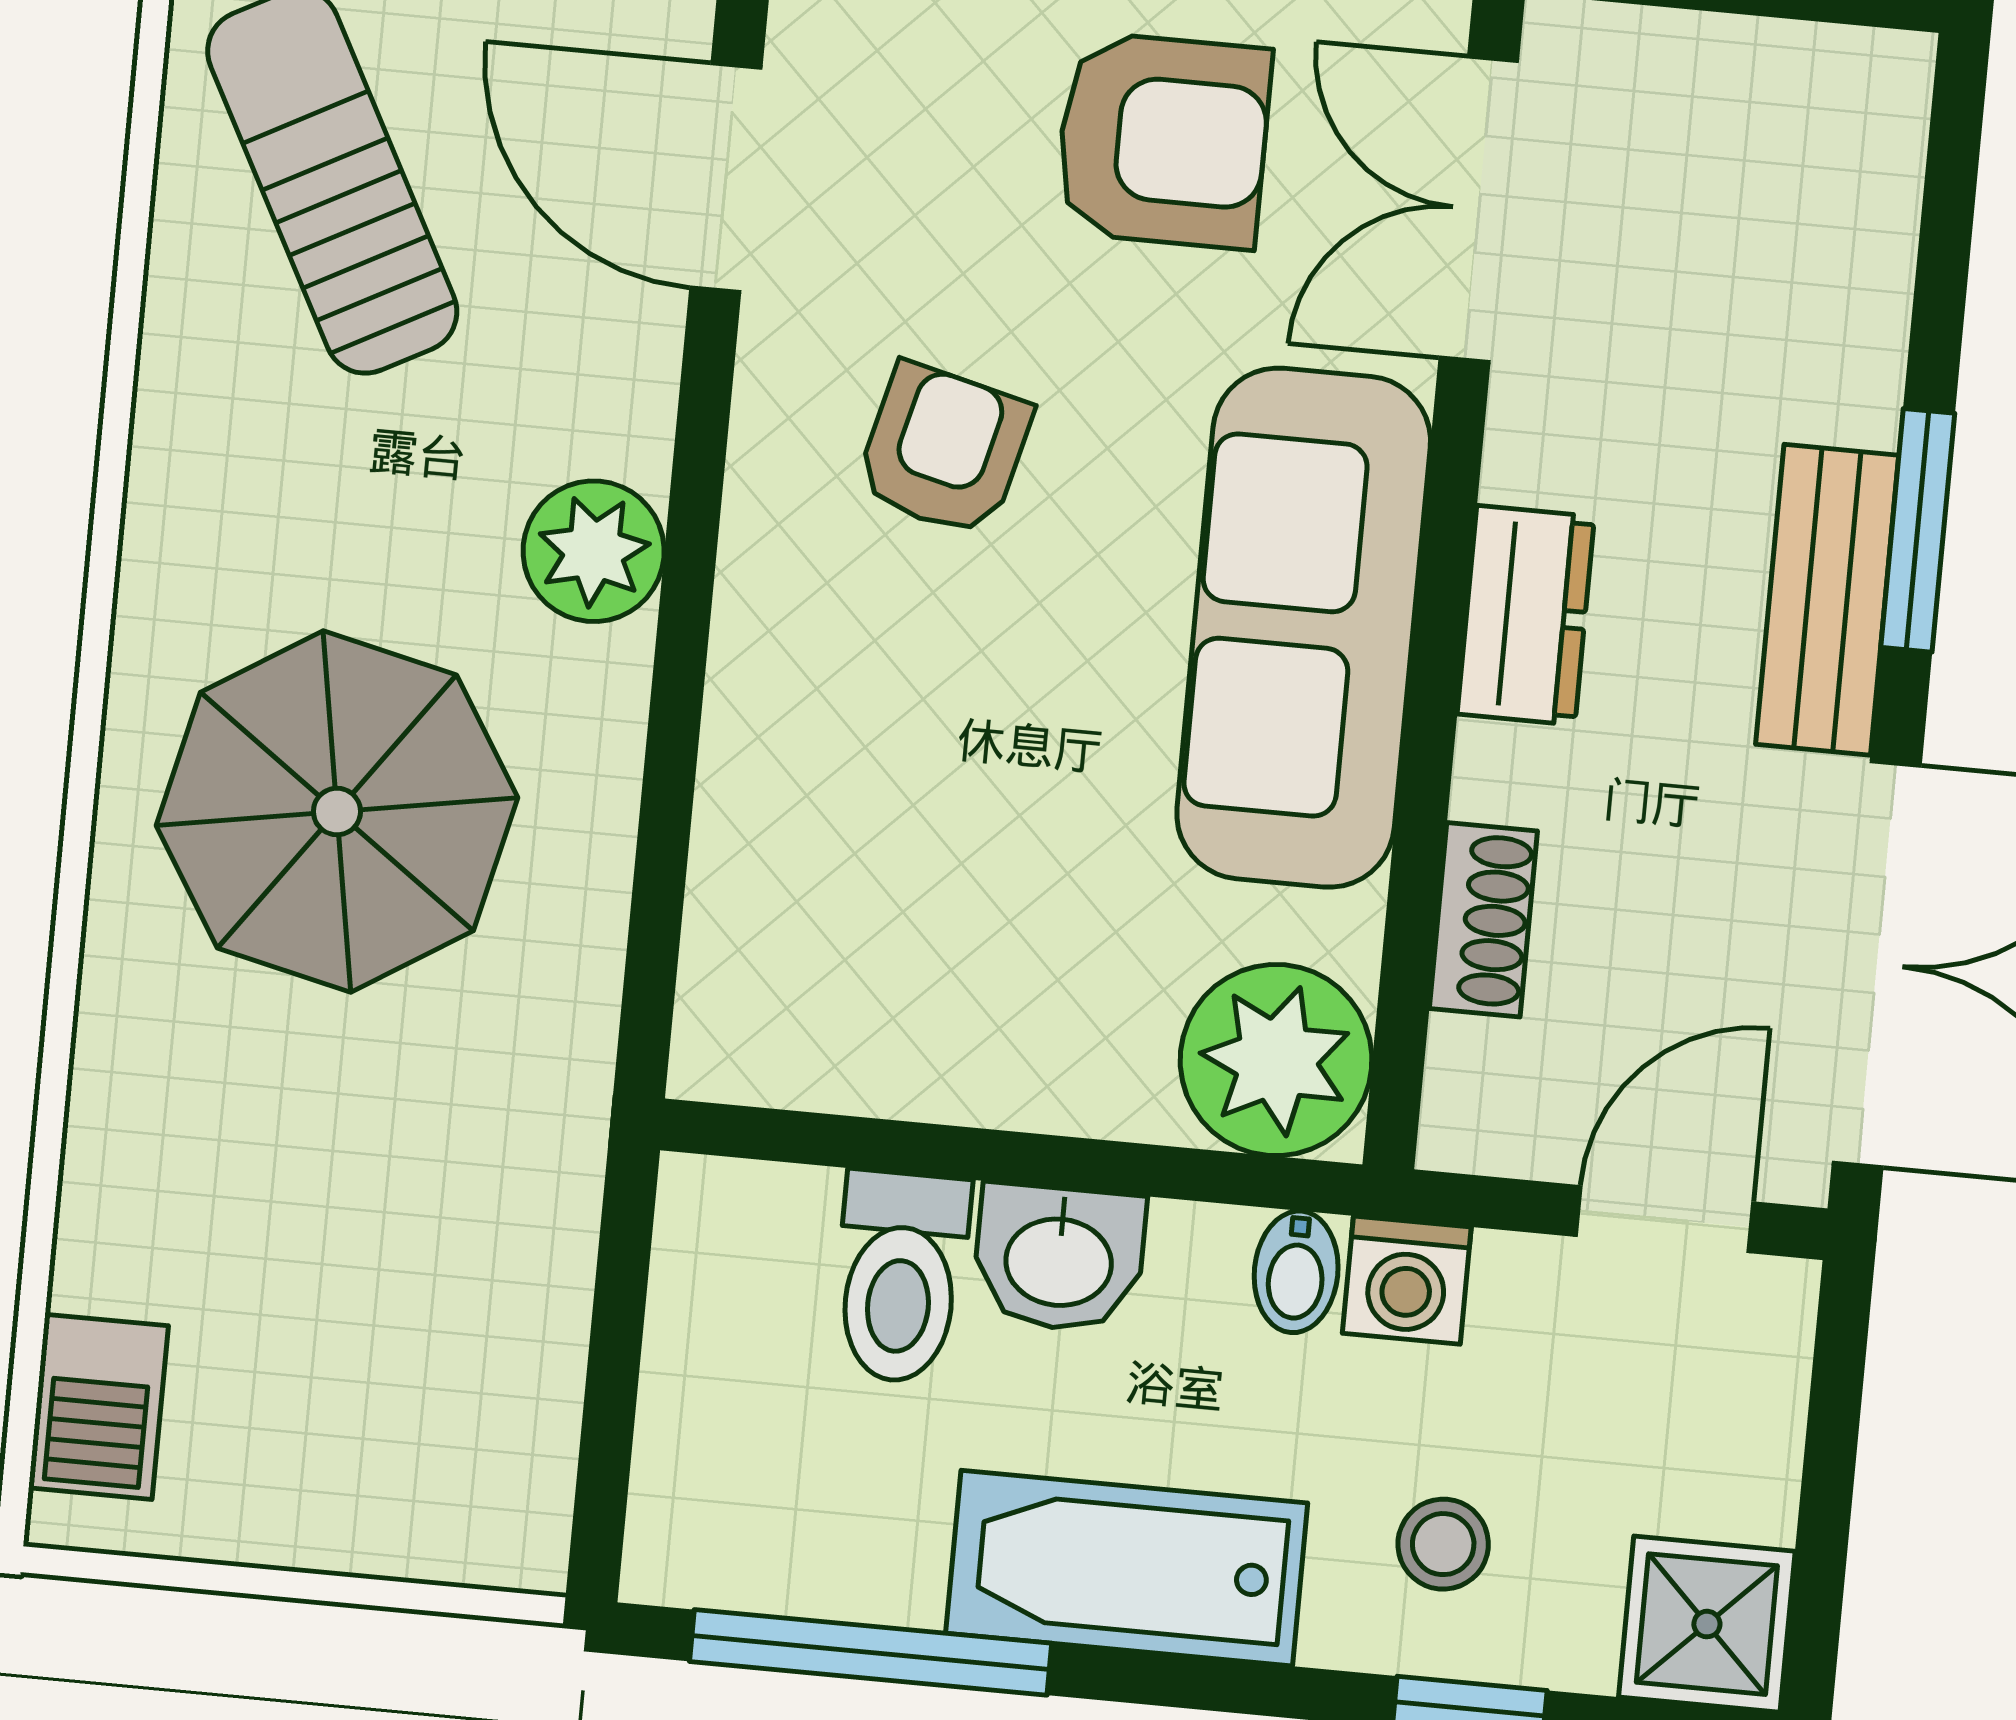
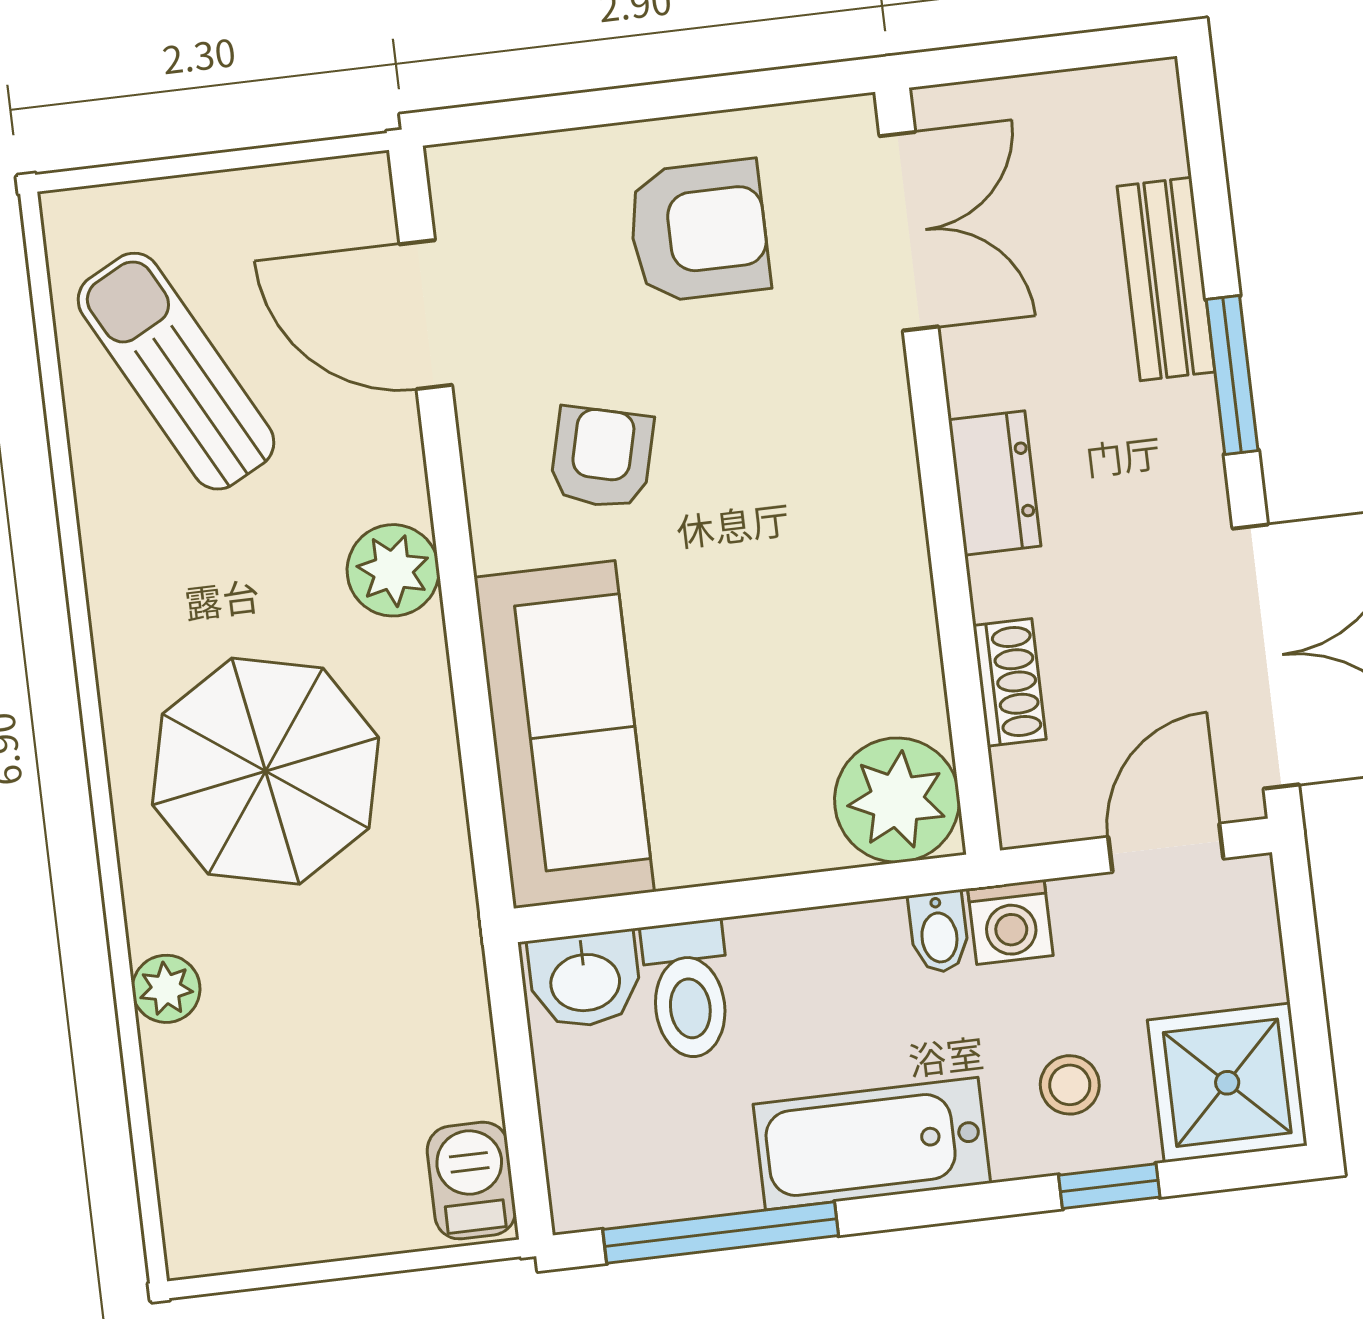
double door: (1479, 209) -> (909, 231), swing flipped
bench: (1827, 600) -> (1166, 279), moved
sofa: (1304, 628) -> (564, 734), moved, turned 180
plant: (117, 1106) -> (166, 989), added
washbasin: (1059, 1258) -> (585, 980), moved
barbecue: (98, 1407) -> (471, 1181), moved, turned 180
shower: (1707, 1624) -> (1227, 1083), width x1.36, depth x1.36

